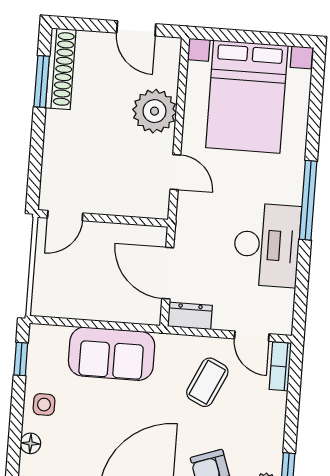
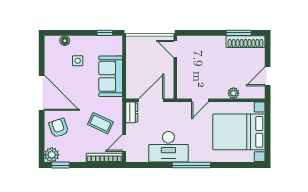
plant: (155, 111) -> (234, 93), width x0.53, depth x0.53
bookcase: (280, 366) -> (104, 158), width x1.56
side table: (44, 405) -> (78, 61), moved

